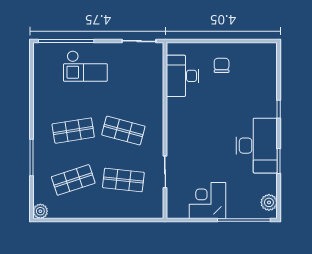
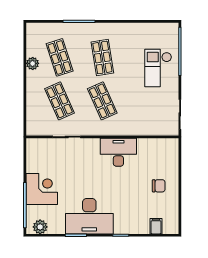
filing cabinet: (268, 69) -> (156, 226), added
desk: (183, 76) -> (118, 152), moved
shop shelf: (123, 131) -> (102, 101), turned -39
shop shelf: (123, 180) -> (60, 101), turned -30
corner desk: (208, 201) -> (42, 189), moved
plant: (40, 211) -> (33, 63), moved

